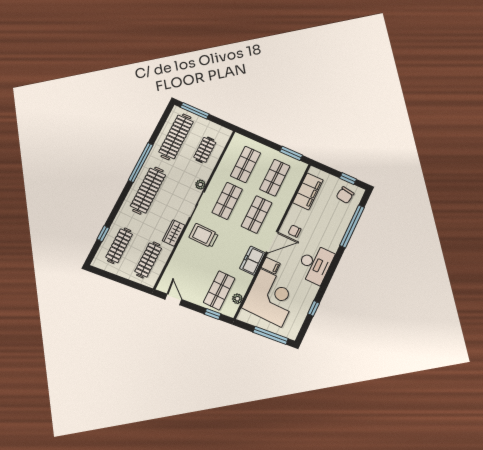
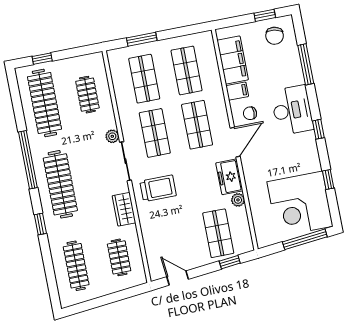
window: (195, 111) -> (42, 59), width x0.46
window: (291, 153) -> (142, 39), moved
window: (352, 226) -> (306, 64), width x0.68
window: (103, 234) -> (40, 224), moved
trolley: (204, 236) -> (158, 188), turned 180
clothes rail: (148, 260) -> (119, 257), width x0.73
desk: (315, 264) -> (292, 110), moved
filing cabinet: (271, 266) -> (237, 91), moved
window: (331, 272) -> (318, 129), added
corner desk: (271, 298) -> (300, 204), moved, turned 180
plant: (237, 299) -> (238, 200), moved

